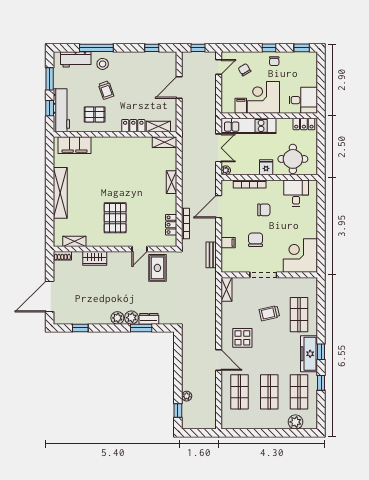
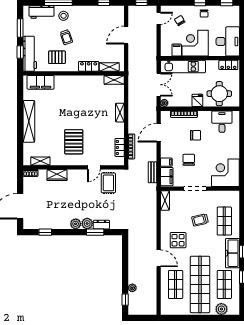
desk: (303, 100) -> (228, 41), width x1.37
filing cabinet: (229, 260) -> (167, 177), added
shop shelf: (269, 392) -> (200, 284), width x2.00, depth x1.36

